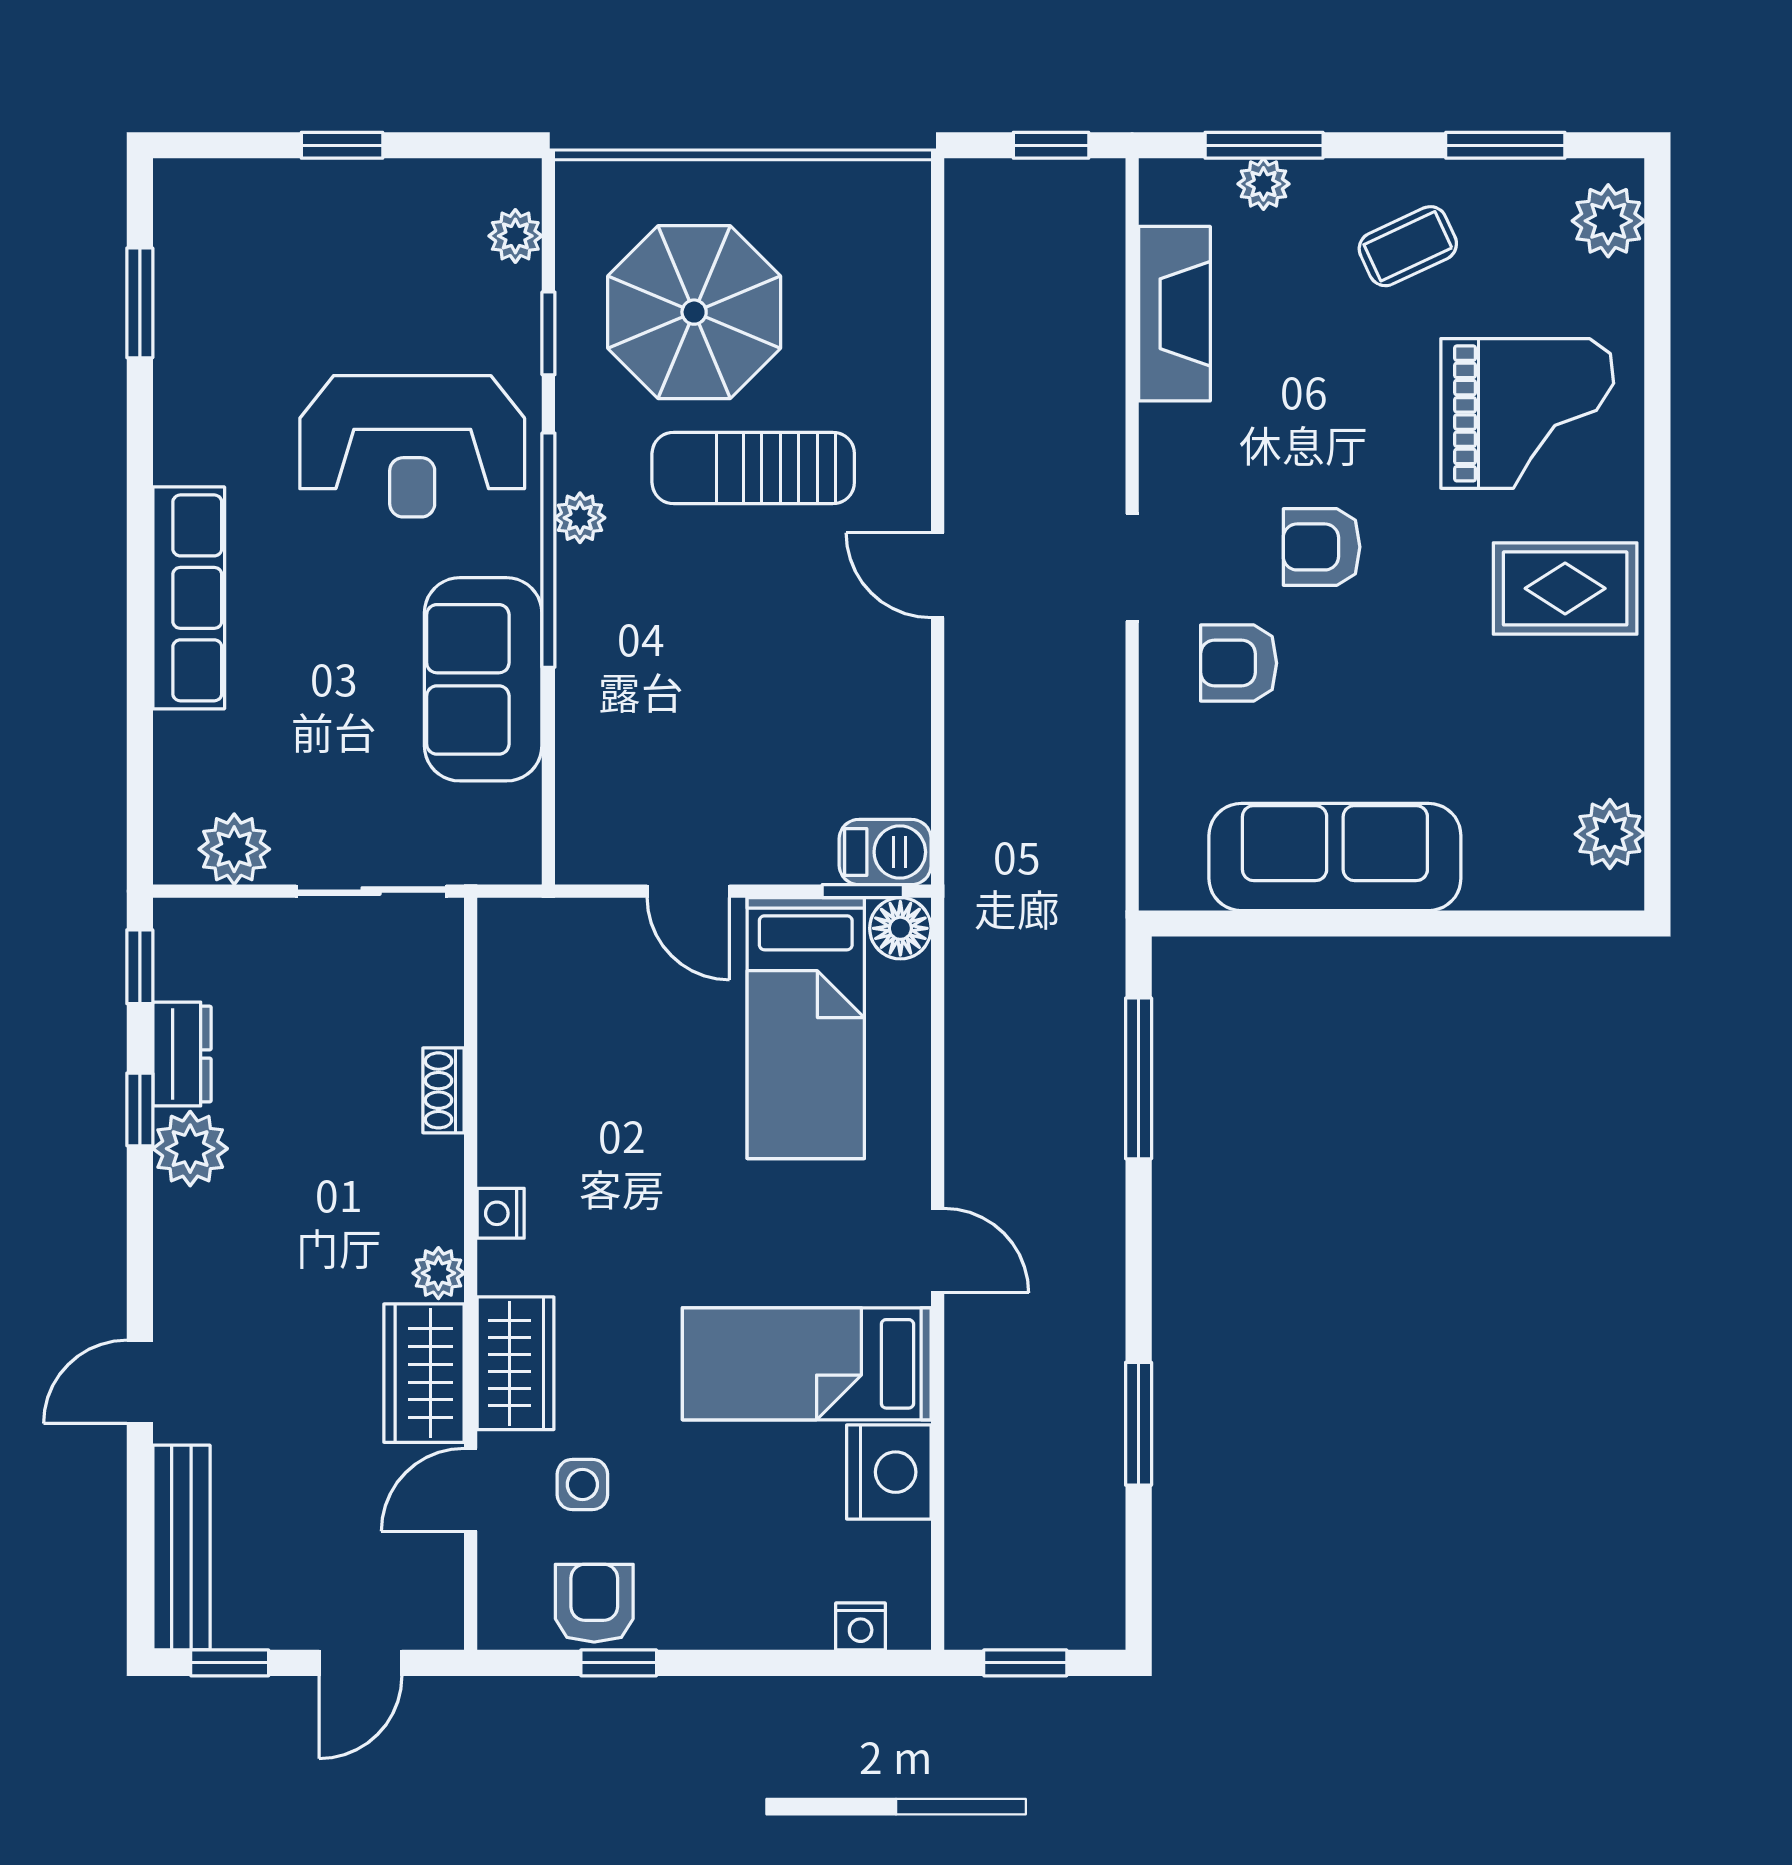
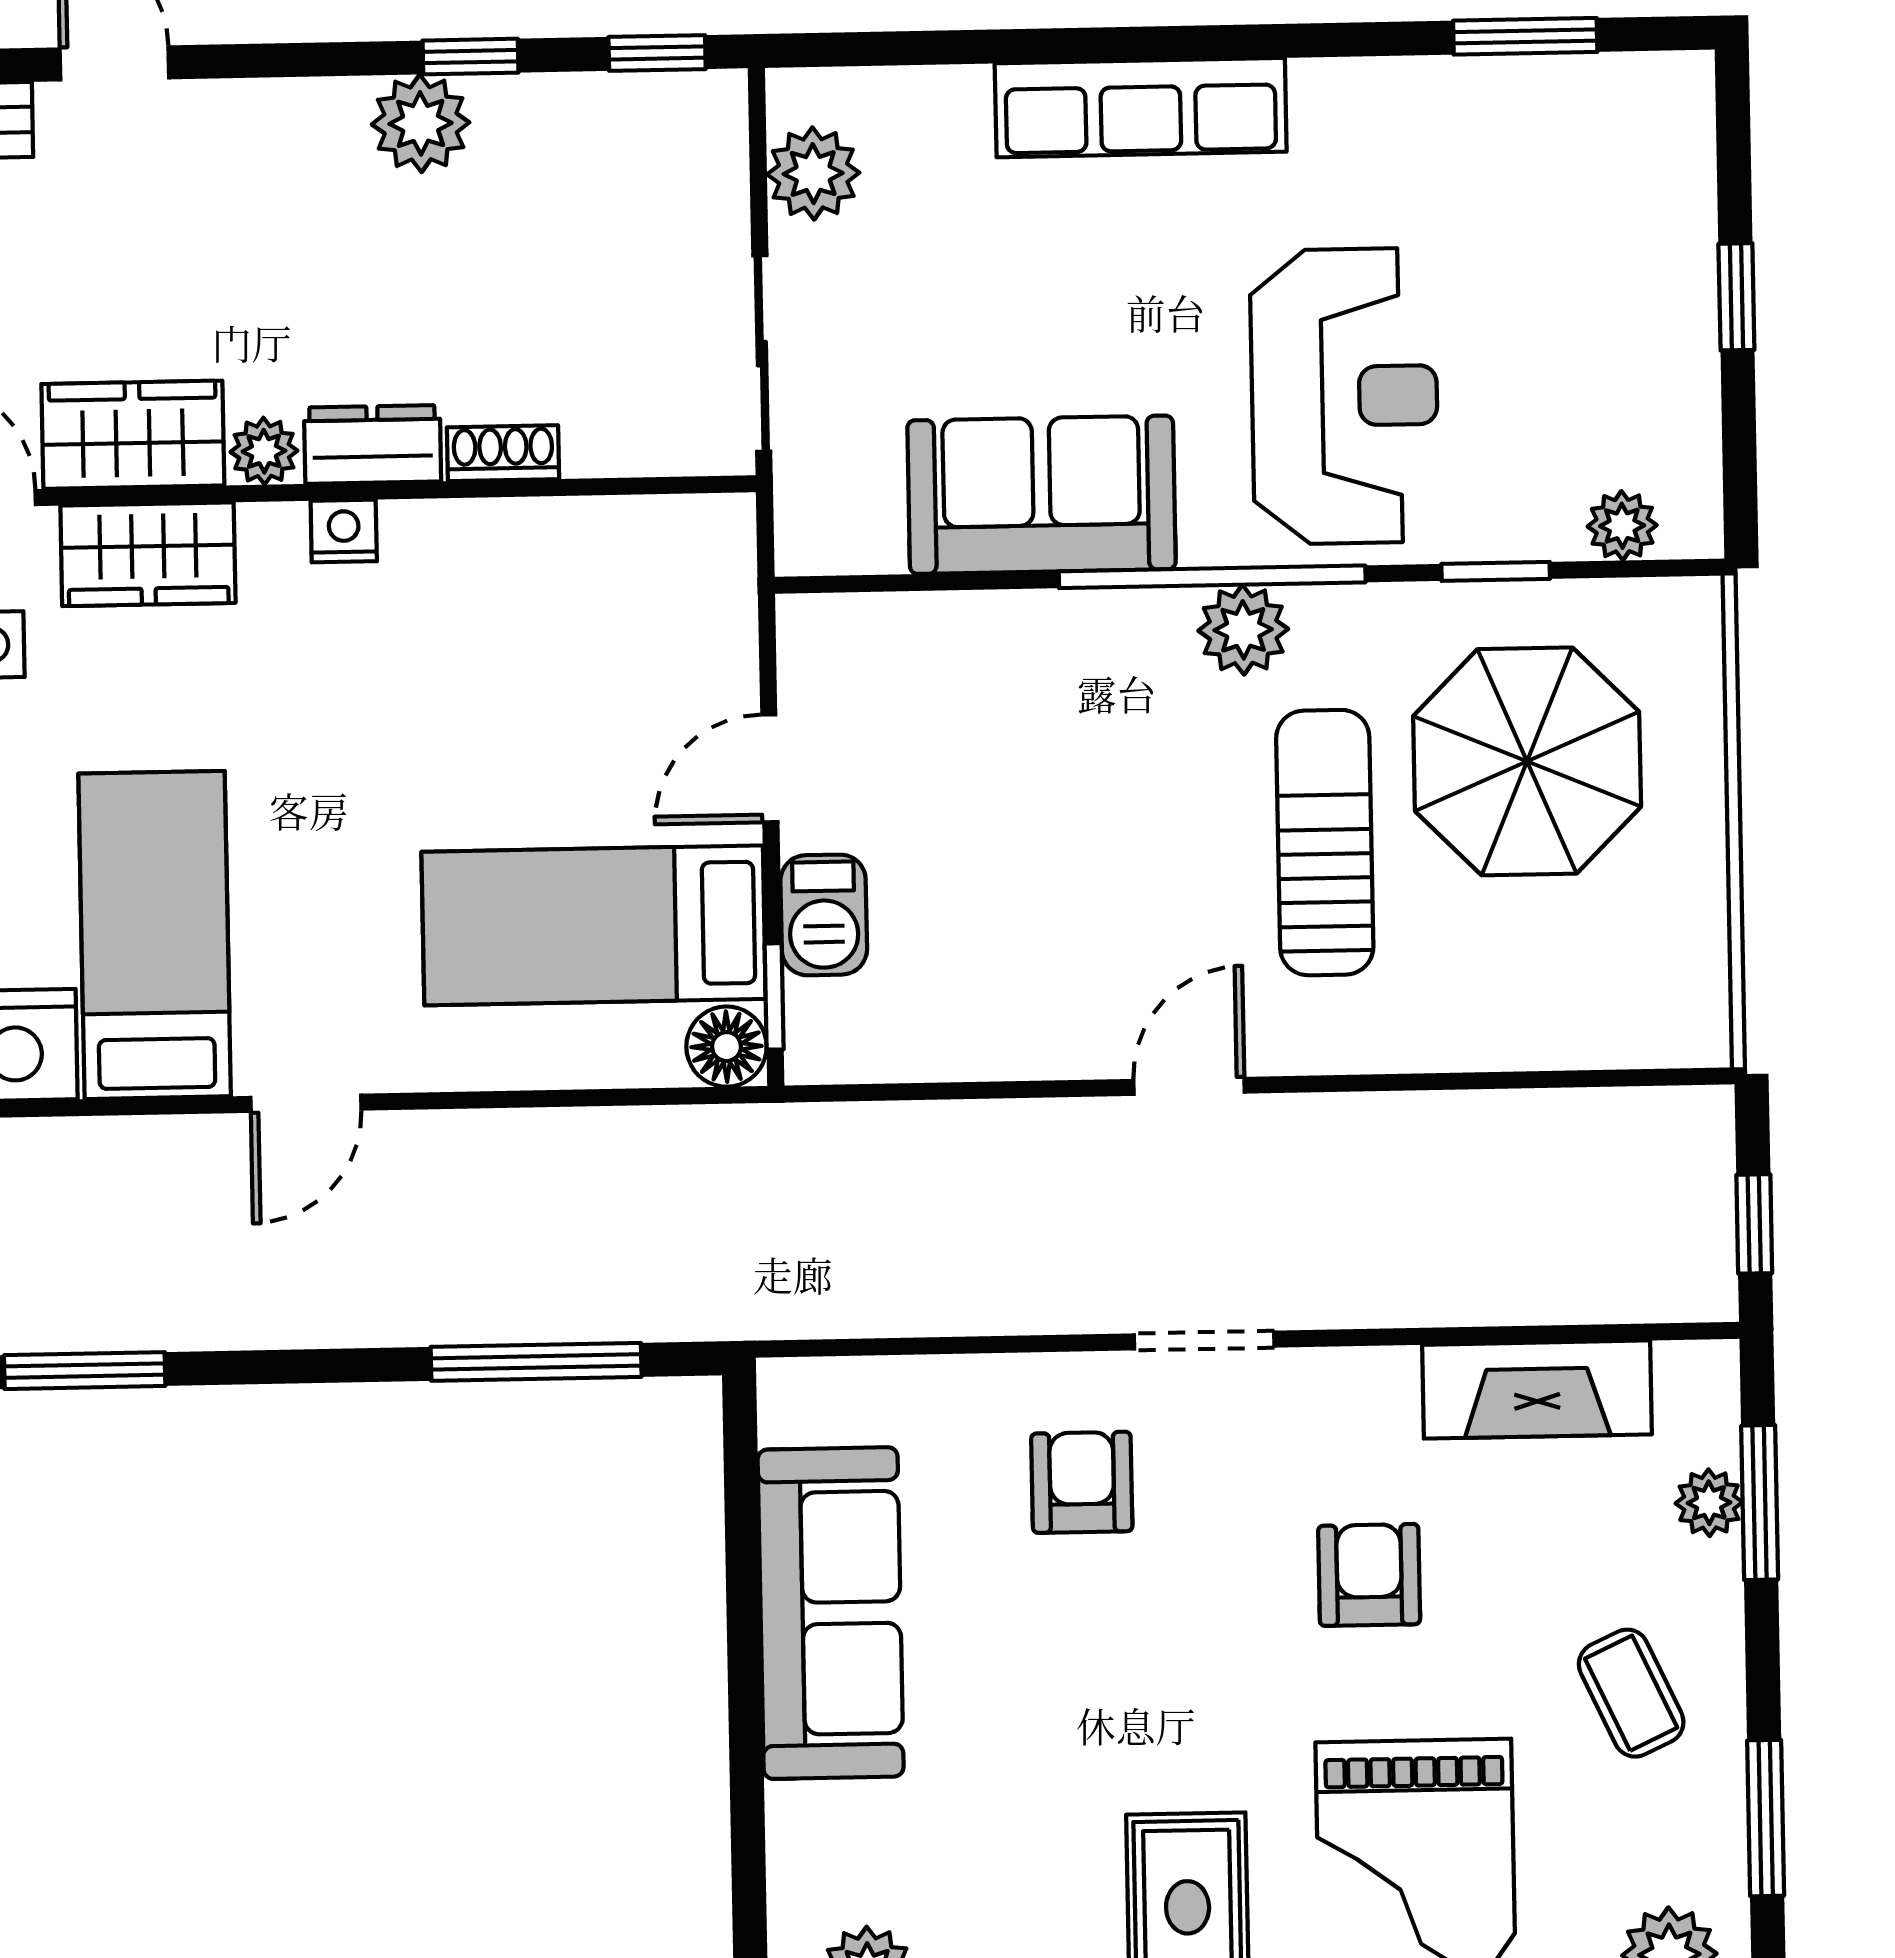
reception desk: (412, 446) -> (1345, 396), turned 180
plant: (580, 518) -> (1243, 630), width x1.38, depth x1.38
armchair: (1322, 547) -> (1369, 1575), moved
barbecue: (885, 852) -> (824, 915), moved
dresser: (182, 1054) -> (373, 444), moved, turned 180

